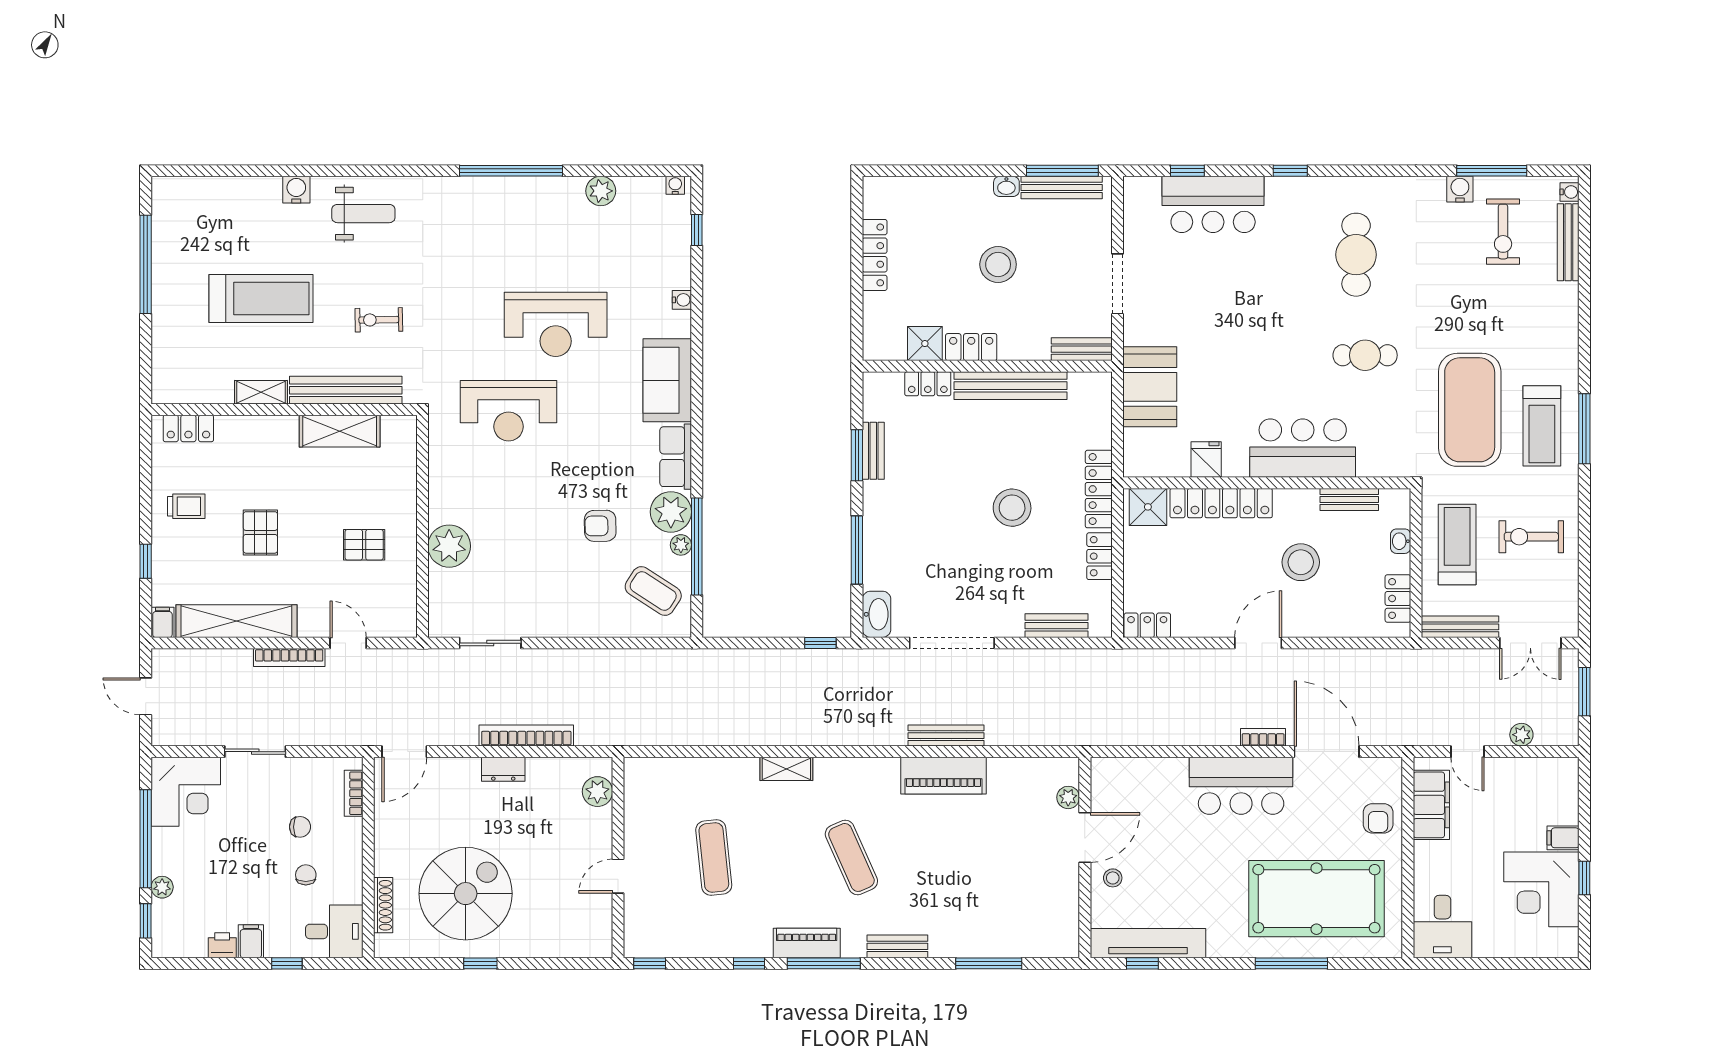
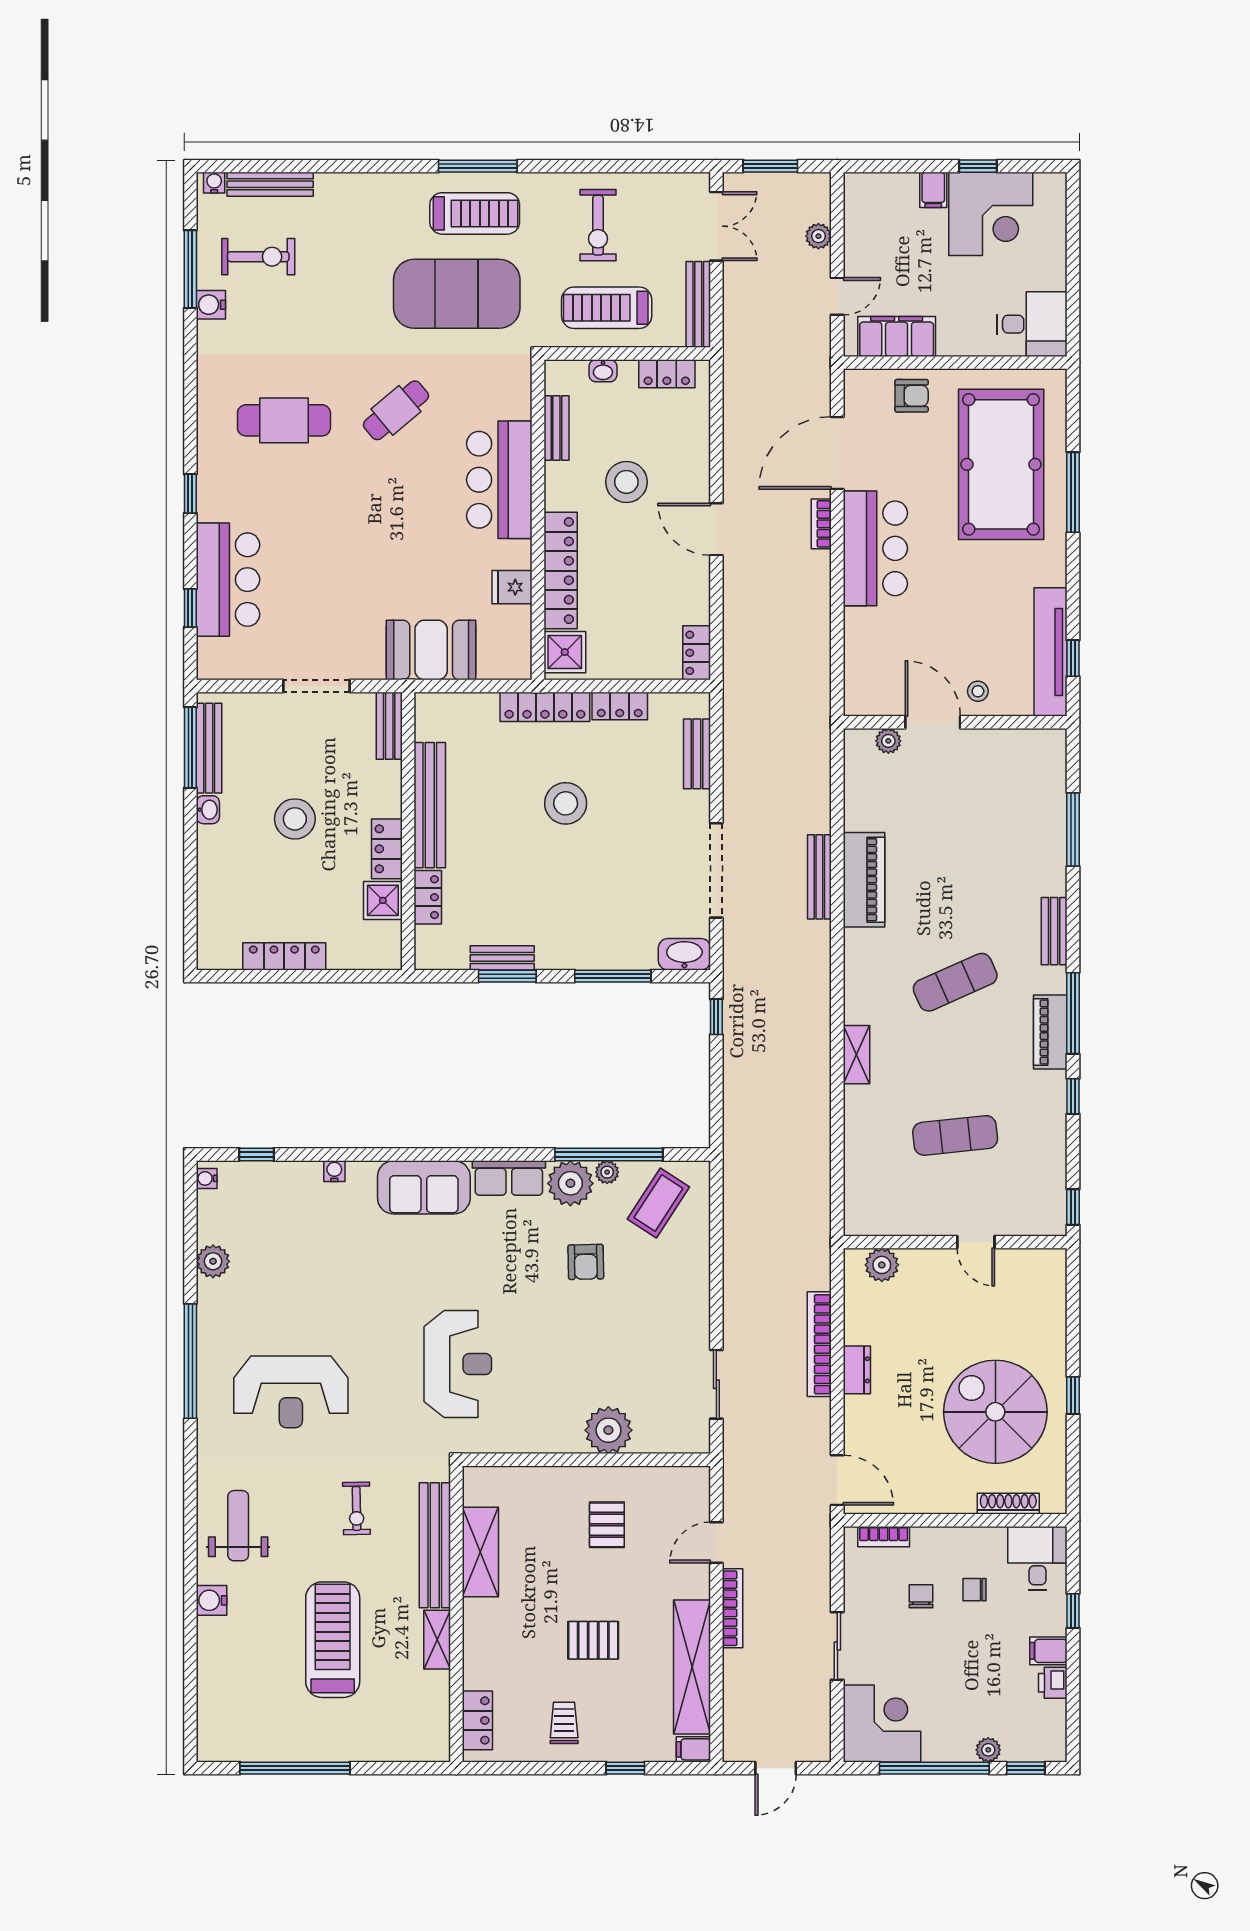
reception desk: (556, 324) -> (291, 1392), moved, turned 90
cafe table: (1365, 355) -> (396, 410), turned 50

